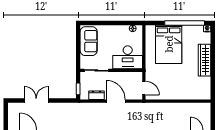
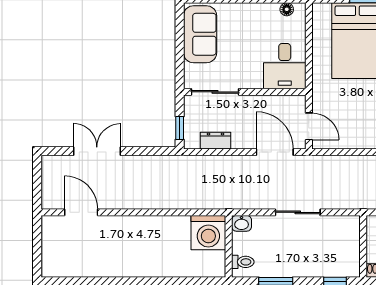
desk: (128, 57) -> (285, 66), width x0.73
door: (116, 101) -> (275, 152), moved

